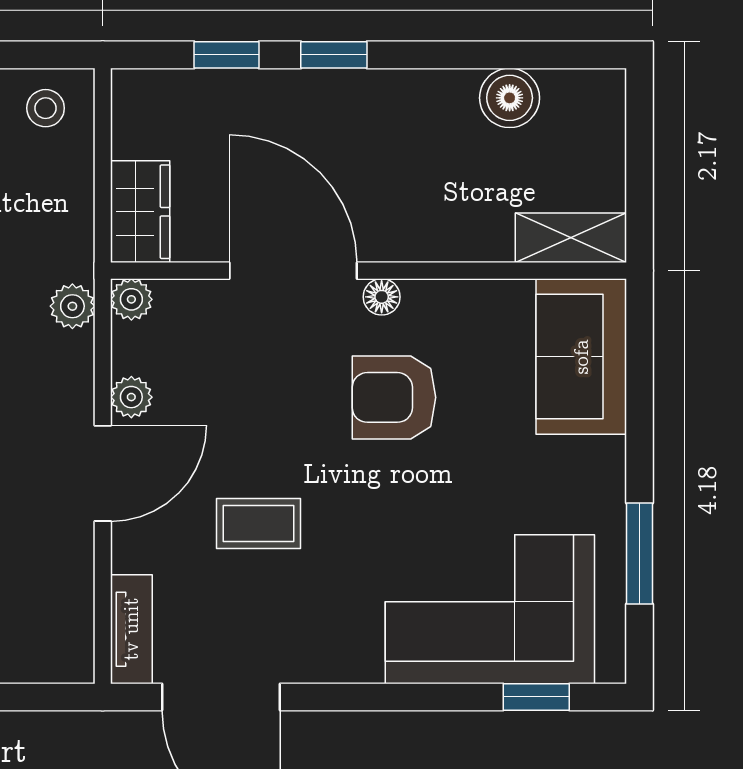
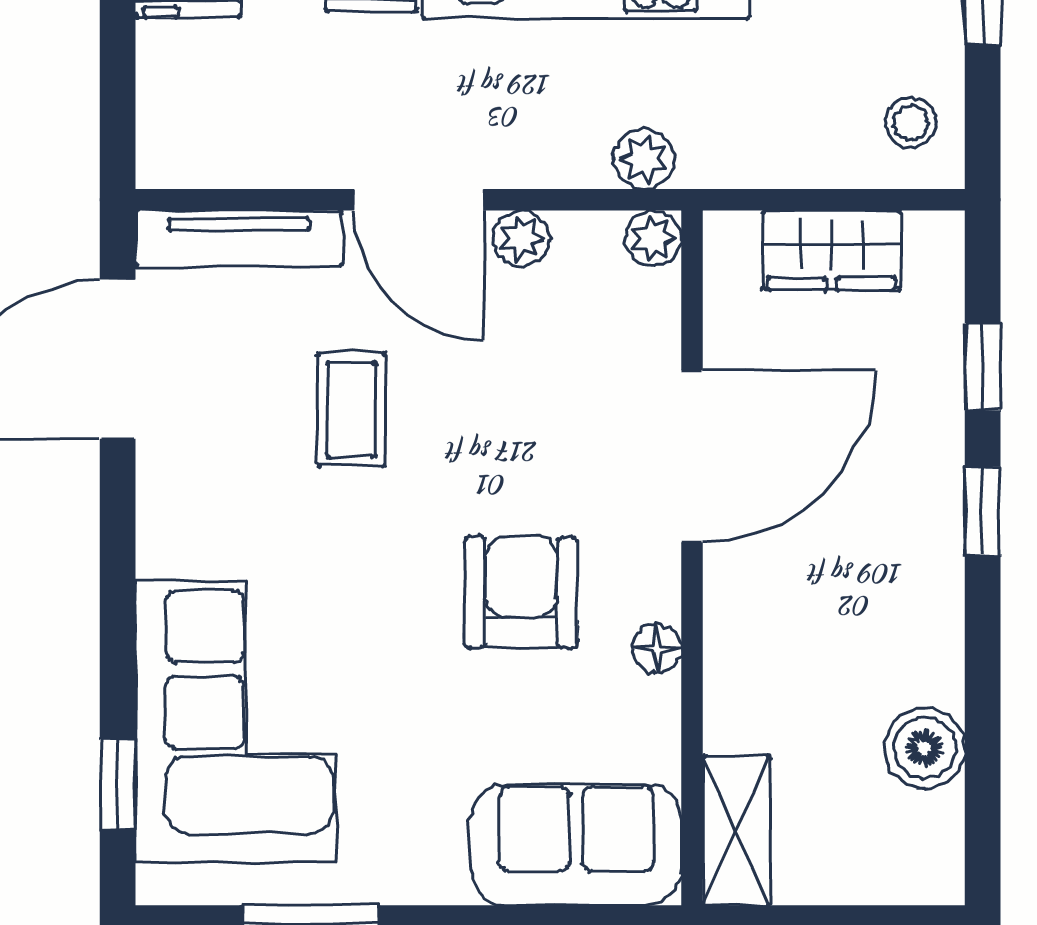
wardrobe: (140, 212) -> (832, 250), moved
floor lamp: (382, 297) -> (657, 648), moved
tv unit: (131, 629) -> (239, 238), width x1.41

